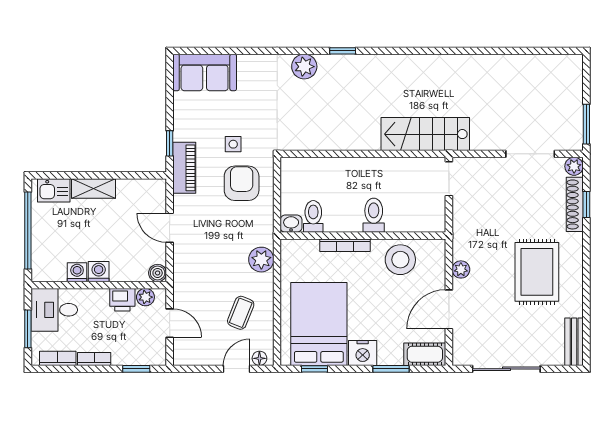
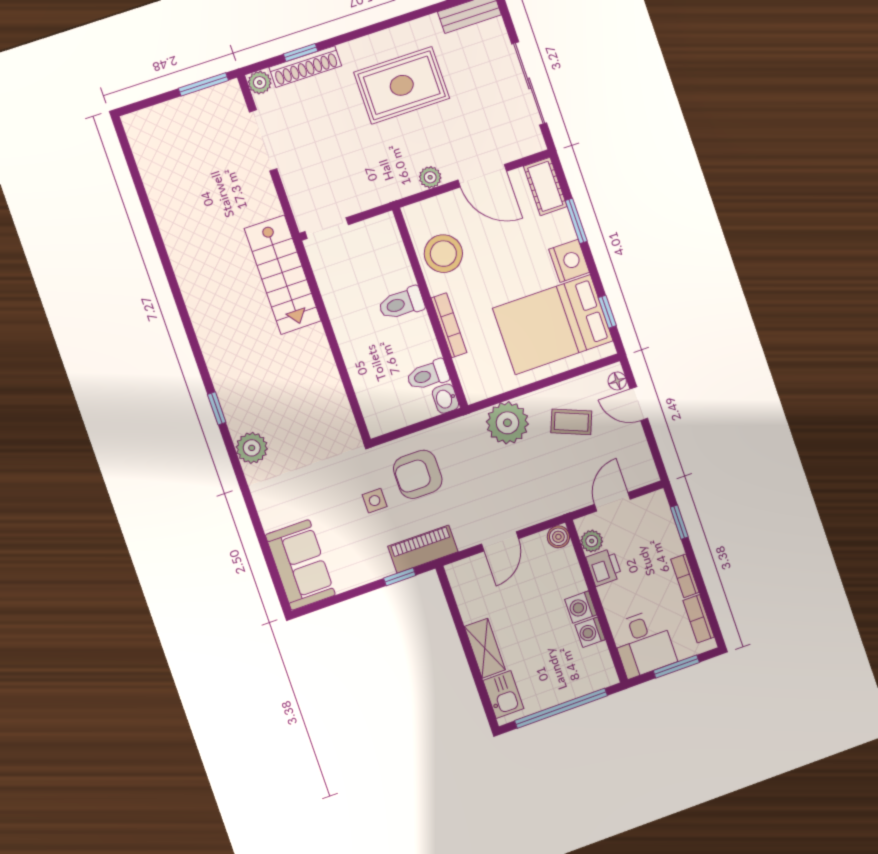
plant: (261, 260) -> (507, 423), width x1.36, depth x1.36

